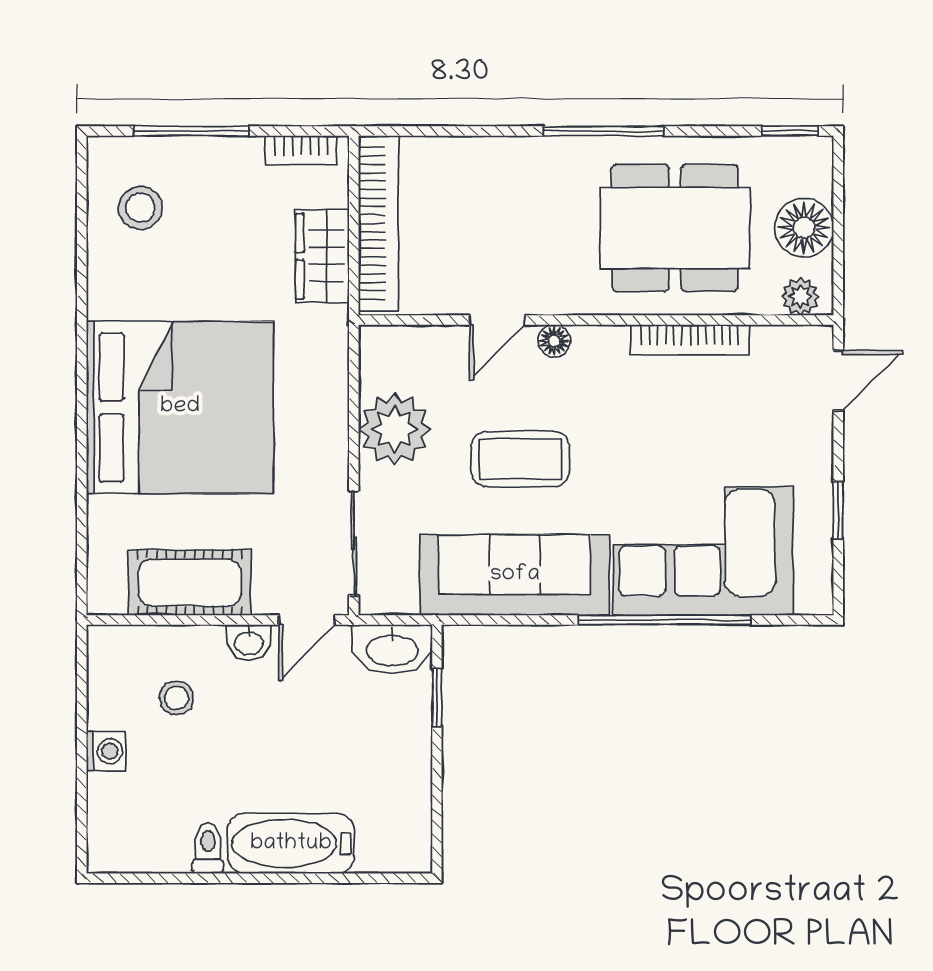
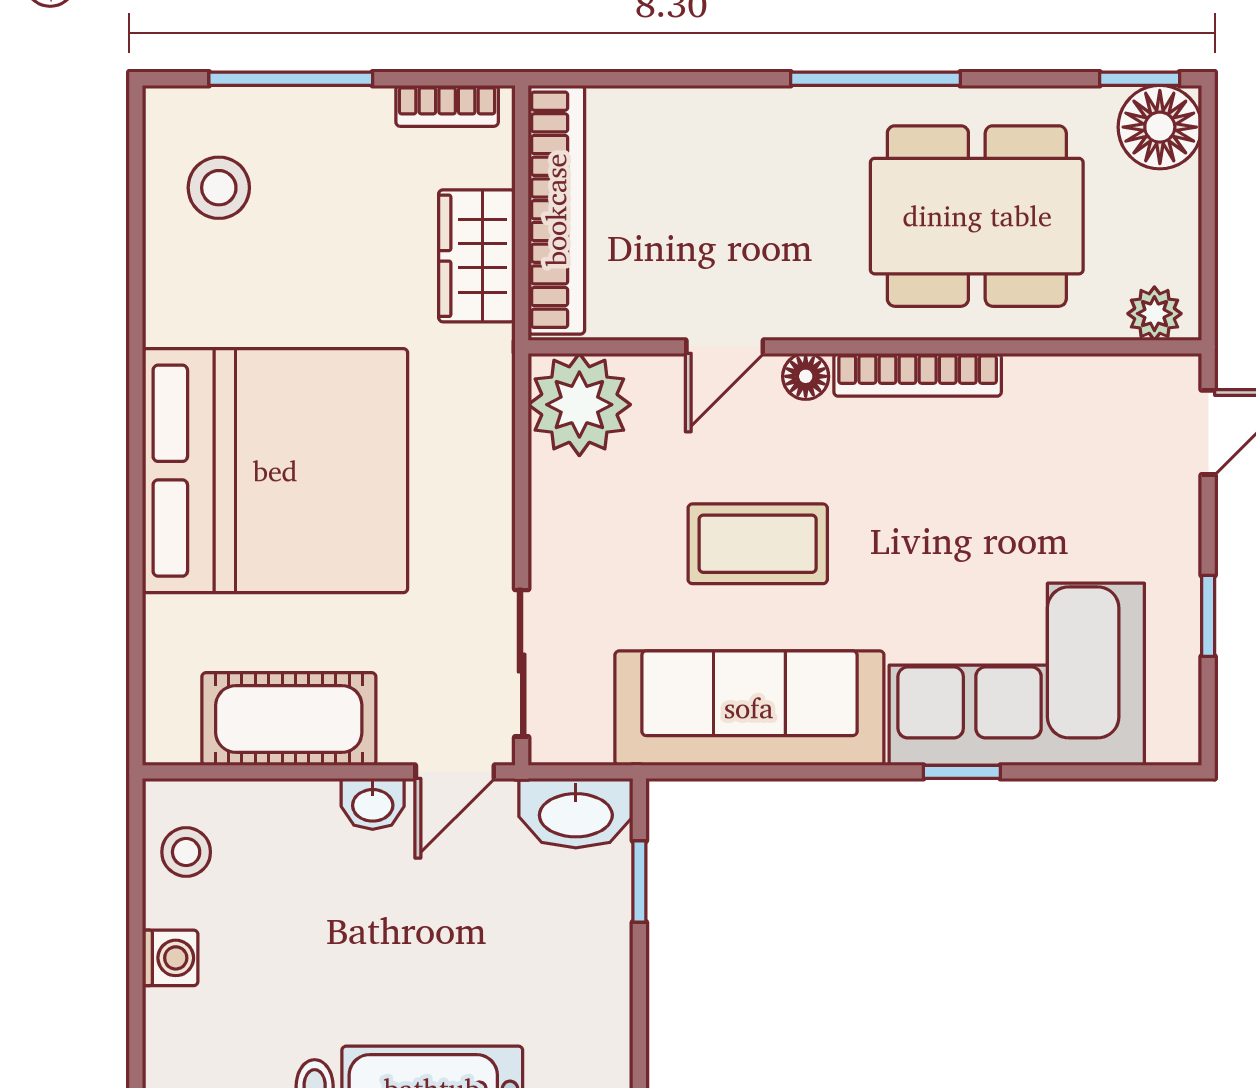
floor lamp: (804, 228) -> (1160, 127), moved
bookcase: (690, 340) -> (918, 375), moved
plant: (395, 429) -> (579, 405), moved
window: (664, 620) -> (962, 772), width x0.32
stool: (176, 698) -> (186, 852), moved

